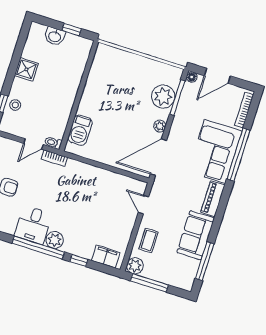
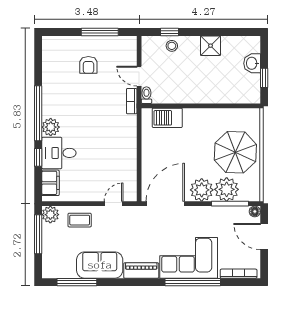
parasol: (132, 78) -> (235, 152), added
plant: (160, 126) -> (202, 190), width x1.88, depth x1.88
door: (158, 157) -> (165, 204), hinge flipped
desk: (33, 225) -> (59, 153), moved

